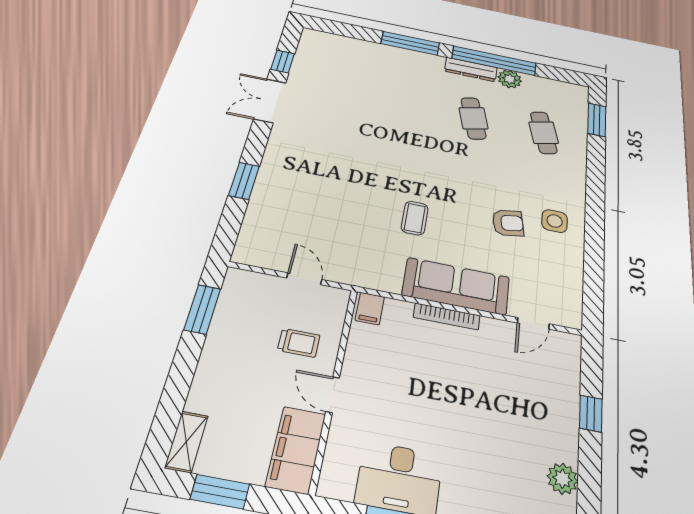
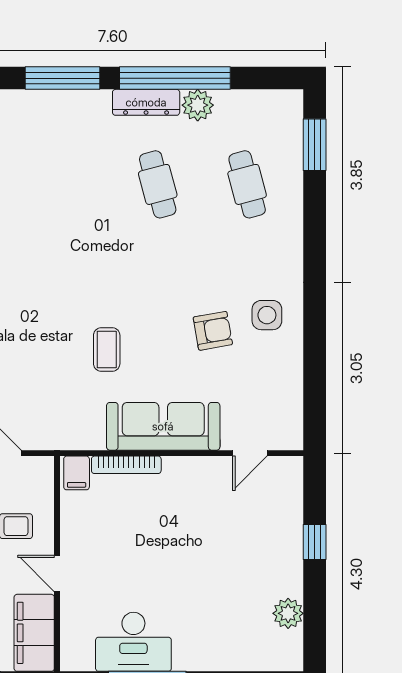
bookcase: (447, 316) -> (126, 465), moved

